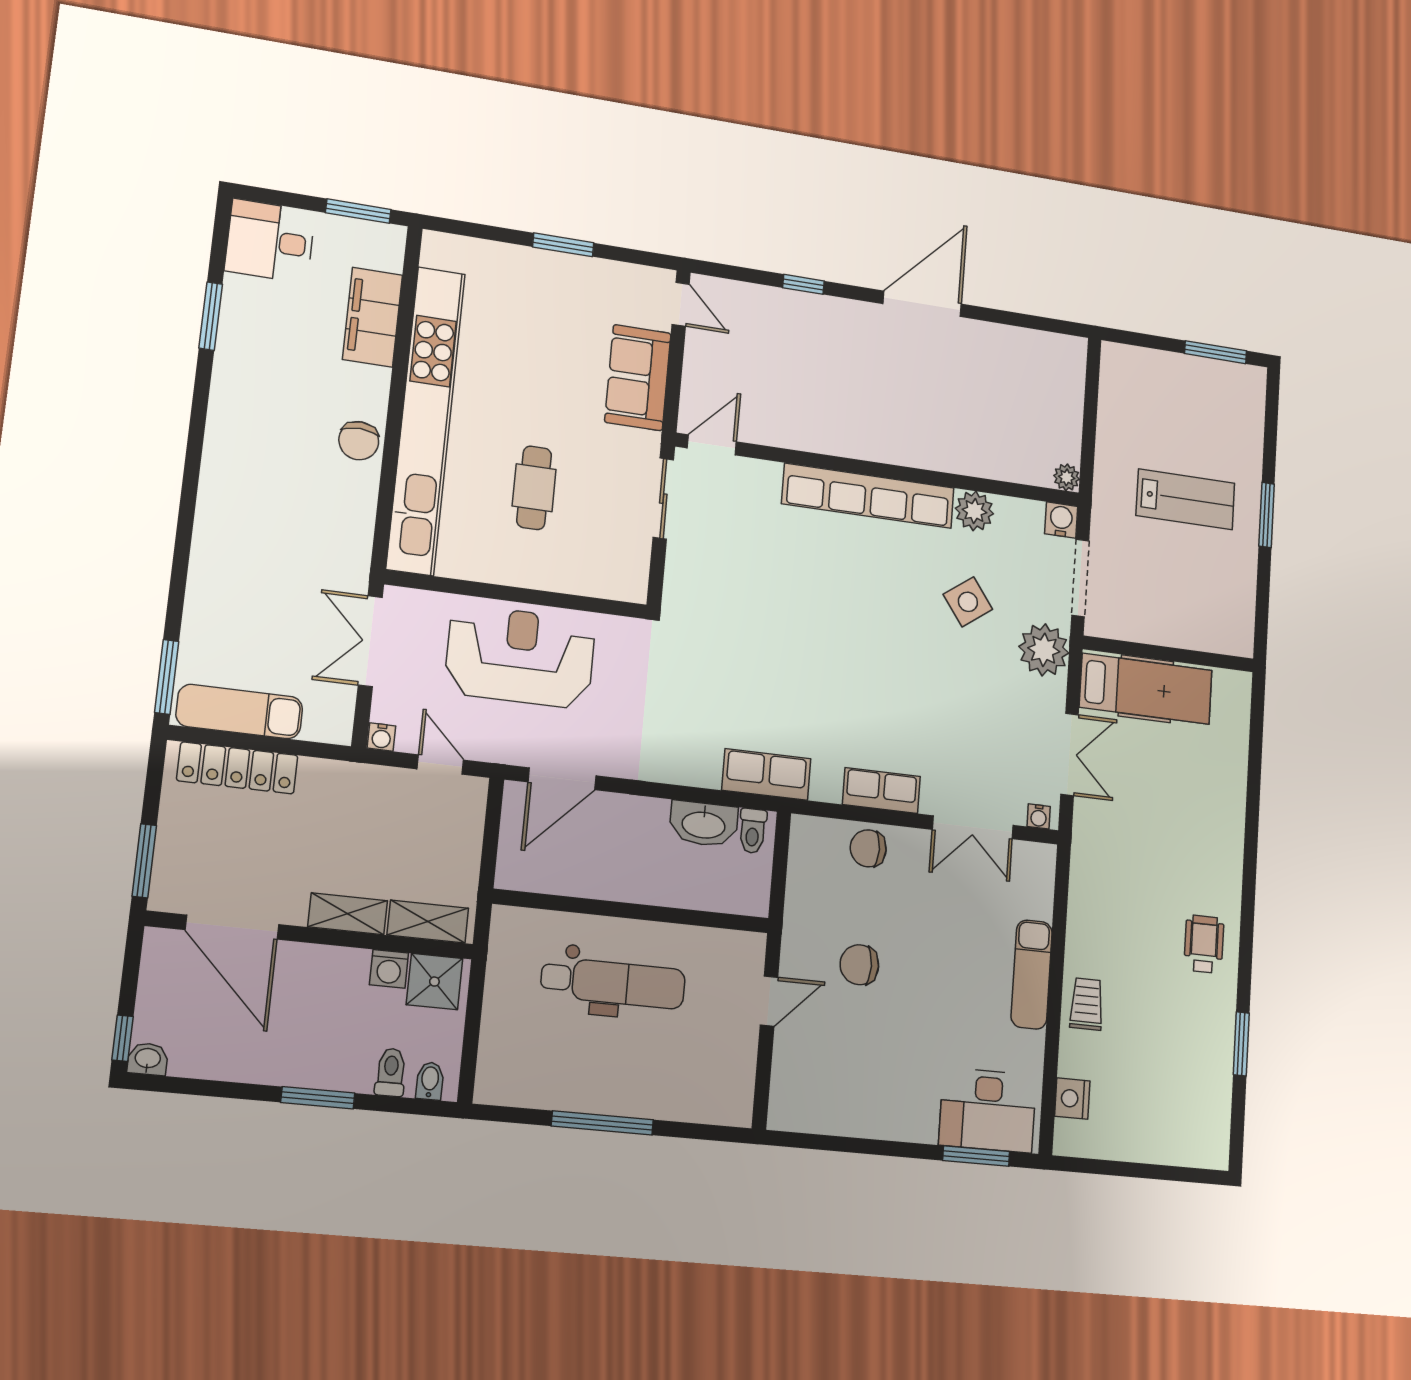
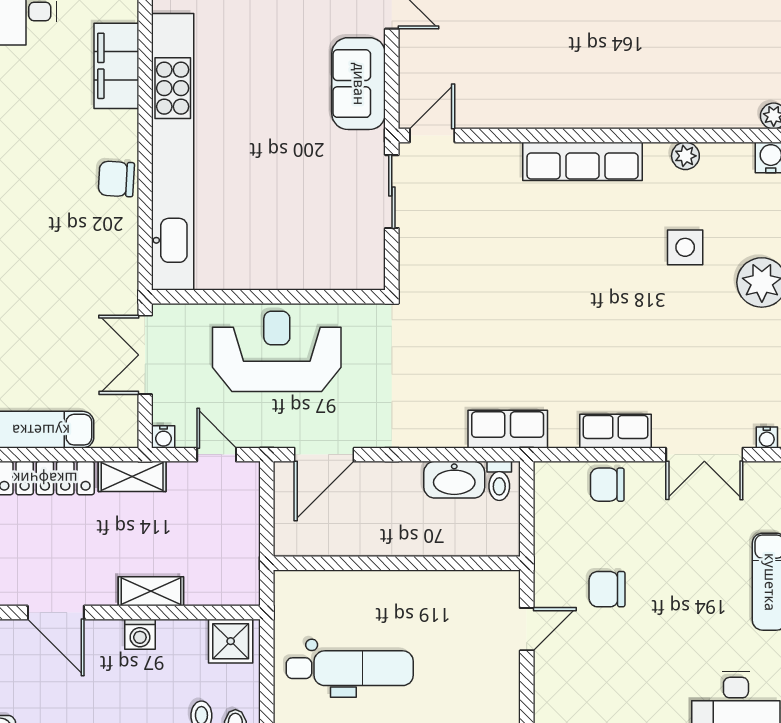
chair: (359, 441) -> (116, 179), turned 91
cafe table: (534, 488) -> (274, 199), removed
row of seats: (868, 496) -> (583, 161), width x0.73
plant: (974, 511) -> (685, 156), width x0.73, depth x0.73
side table: (968, 602) -> (685, 247), turned 36
shelving: (428, 922) -> (132, 476), moved
door: (232, 927) -> (56, 613), width x0.73
washing machine: (389, 969) -> (140, 634), moved
dental chair: (613, 983) -> (350, 668), moved

